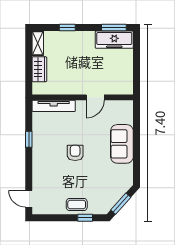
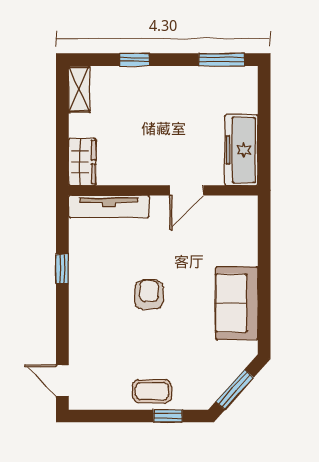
freezer: (114, 40) -> (241, 150), moved, turned 90
wardrobe: (39, 69) -> (82, 162), moved
sofa: (122, 144) -> (237, 303), moved

